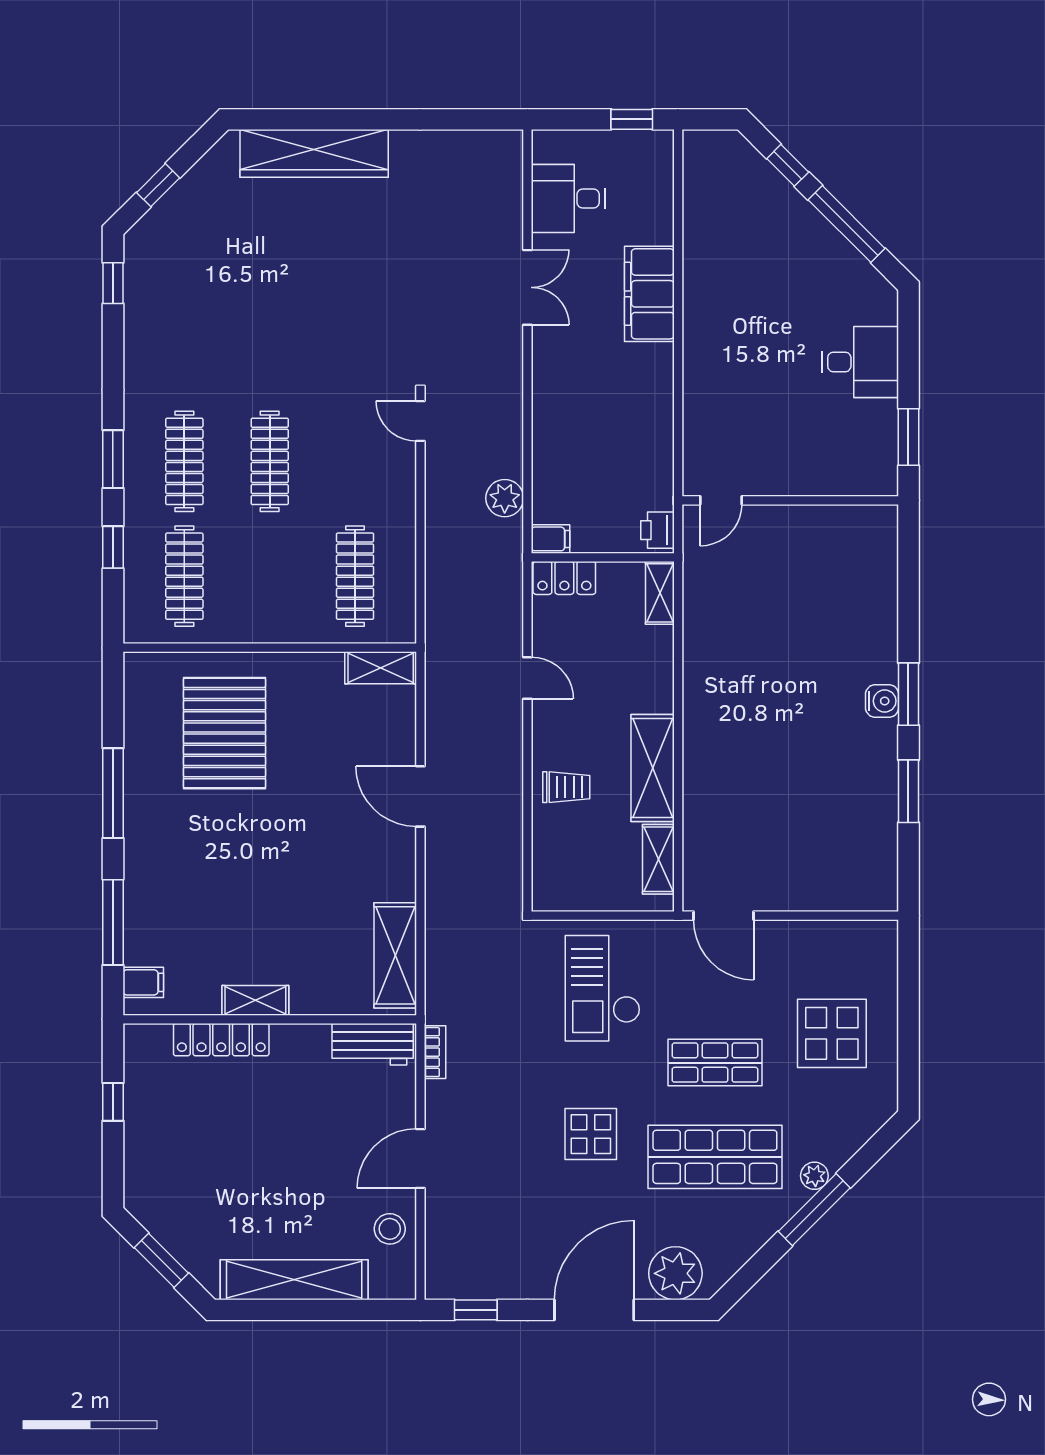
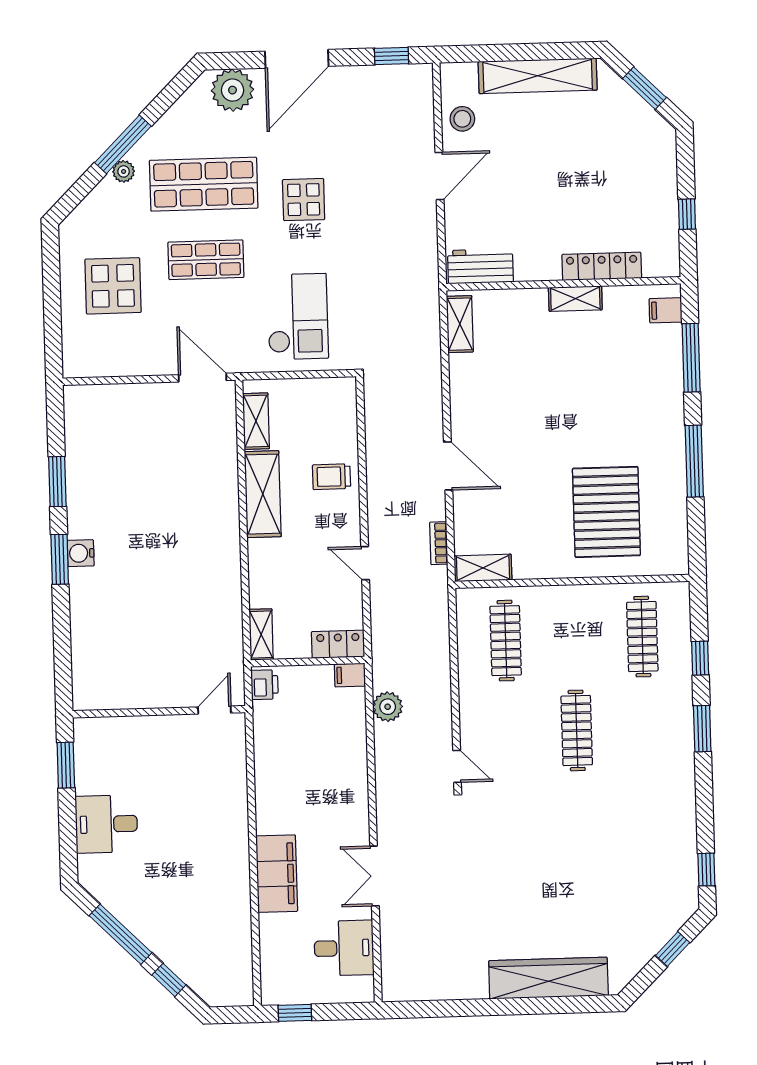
clothes rail: (184, 461) -> (645, 728), removed
shelving: (395, 955) -> (460, 324), width x0.67, depth x0.75
bookcase: (435, 1052) -> (439, 543), moved

